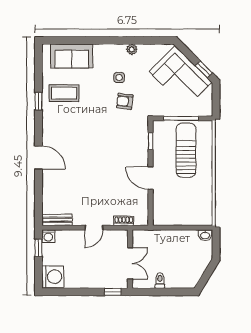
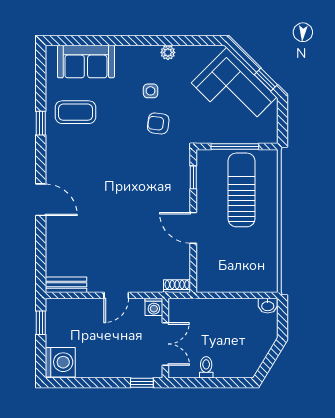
shoe rack: (124, 221) -> (177, 286), moved
washing machine: (48, 236) -> (154, 307), moved

